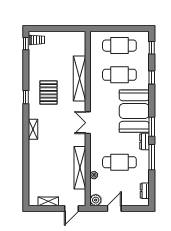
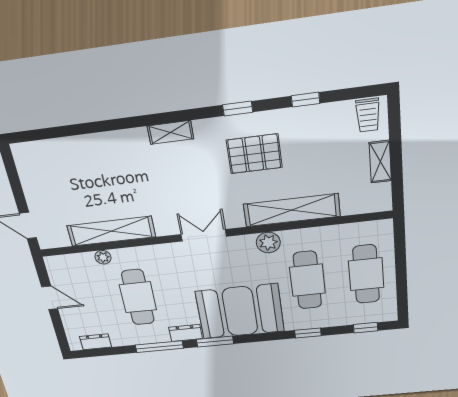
window: (26, 44) -> (306, 100), moved
plant: (96, 200) -> (268, 243), moved
shelving: (48, 201) -> (380, 162), moved

